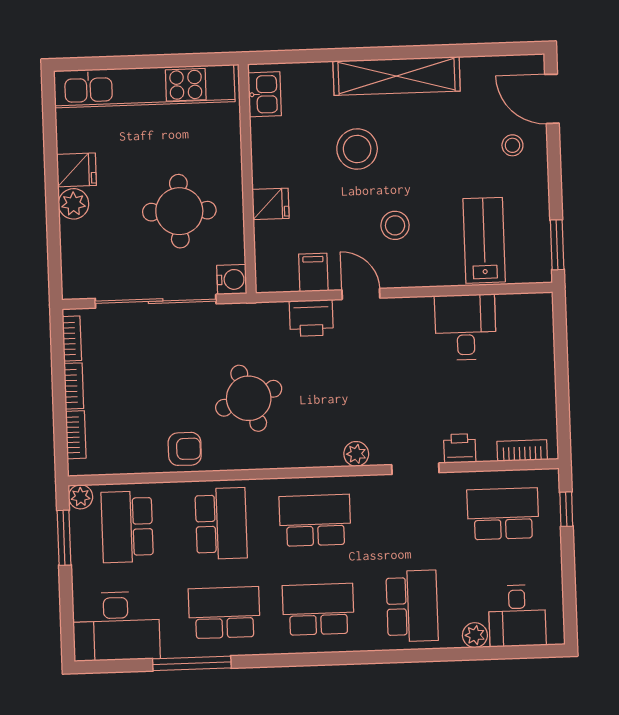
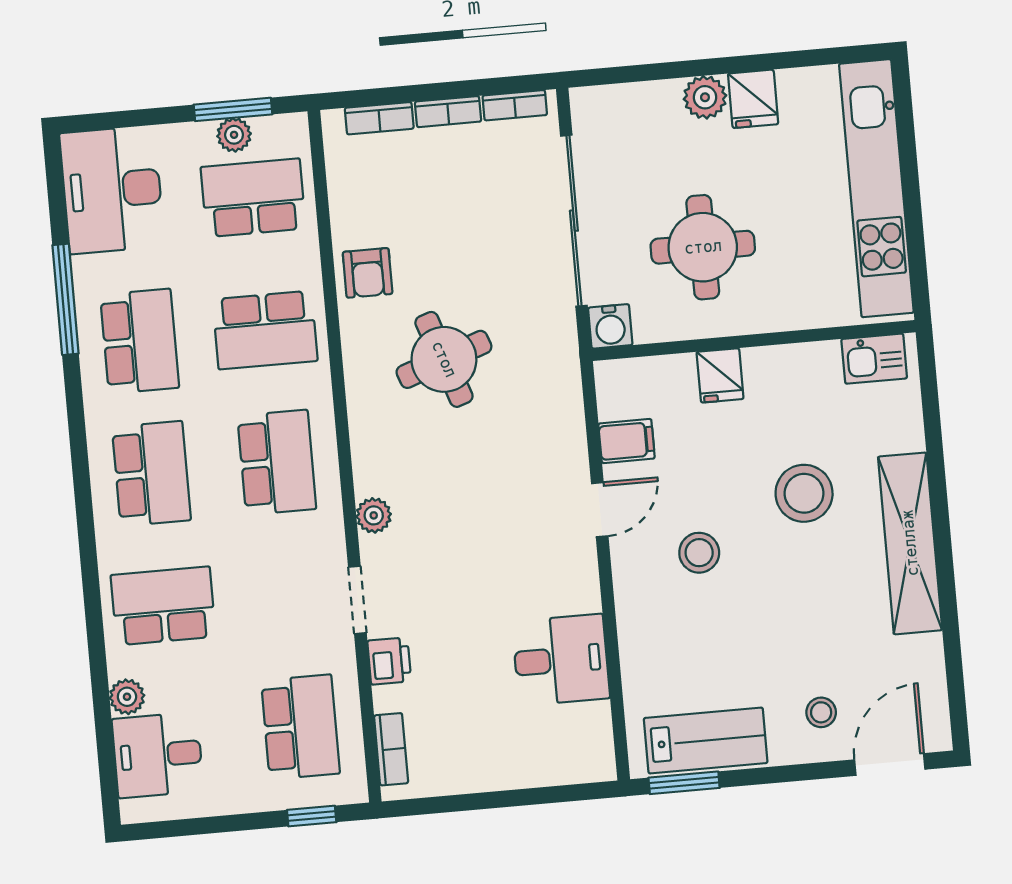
lab bench: (484, 240) -> (706, 740), moved
printer: (311, 318) -> (562, 441), removed
plant: (81, 497) -> (234, 135), moved
school desk: (412, 606) -> (163, 606), turned 180

